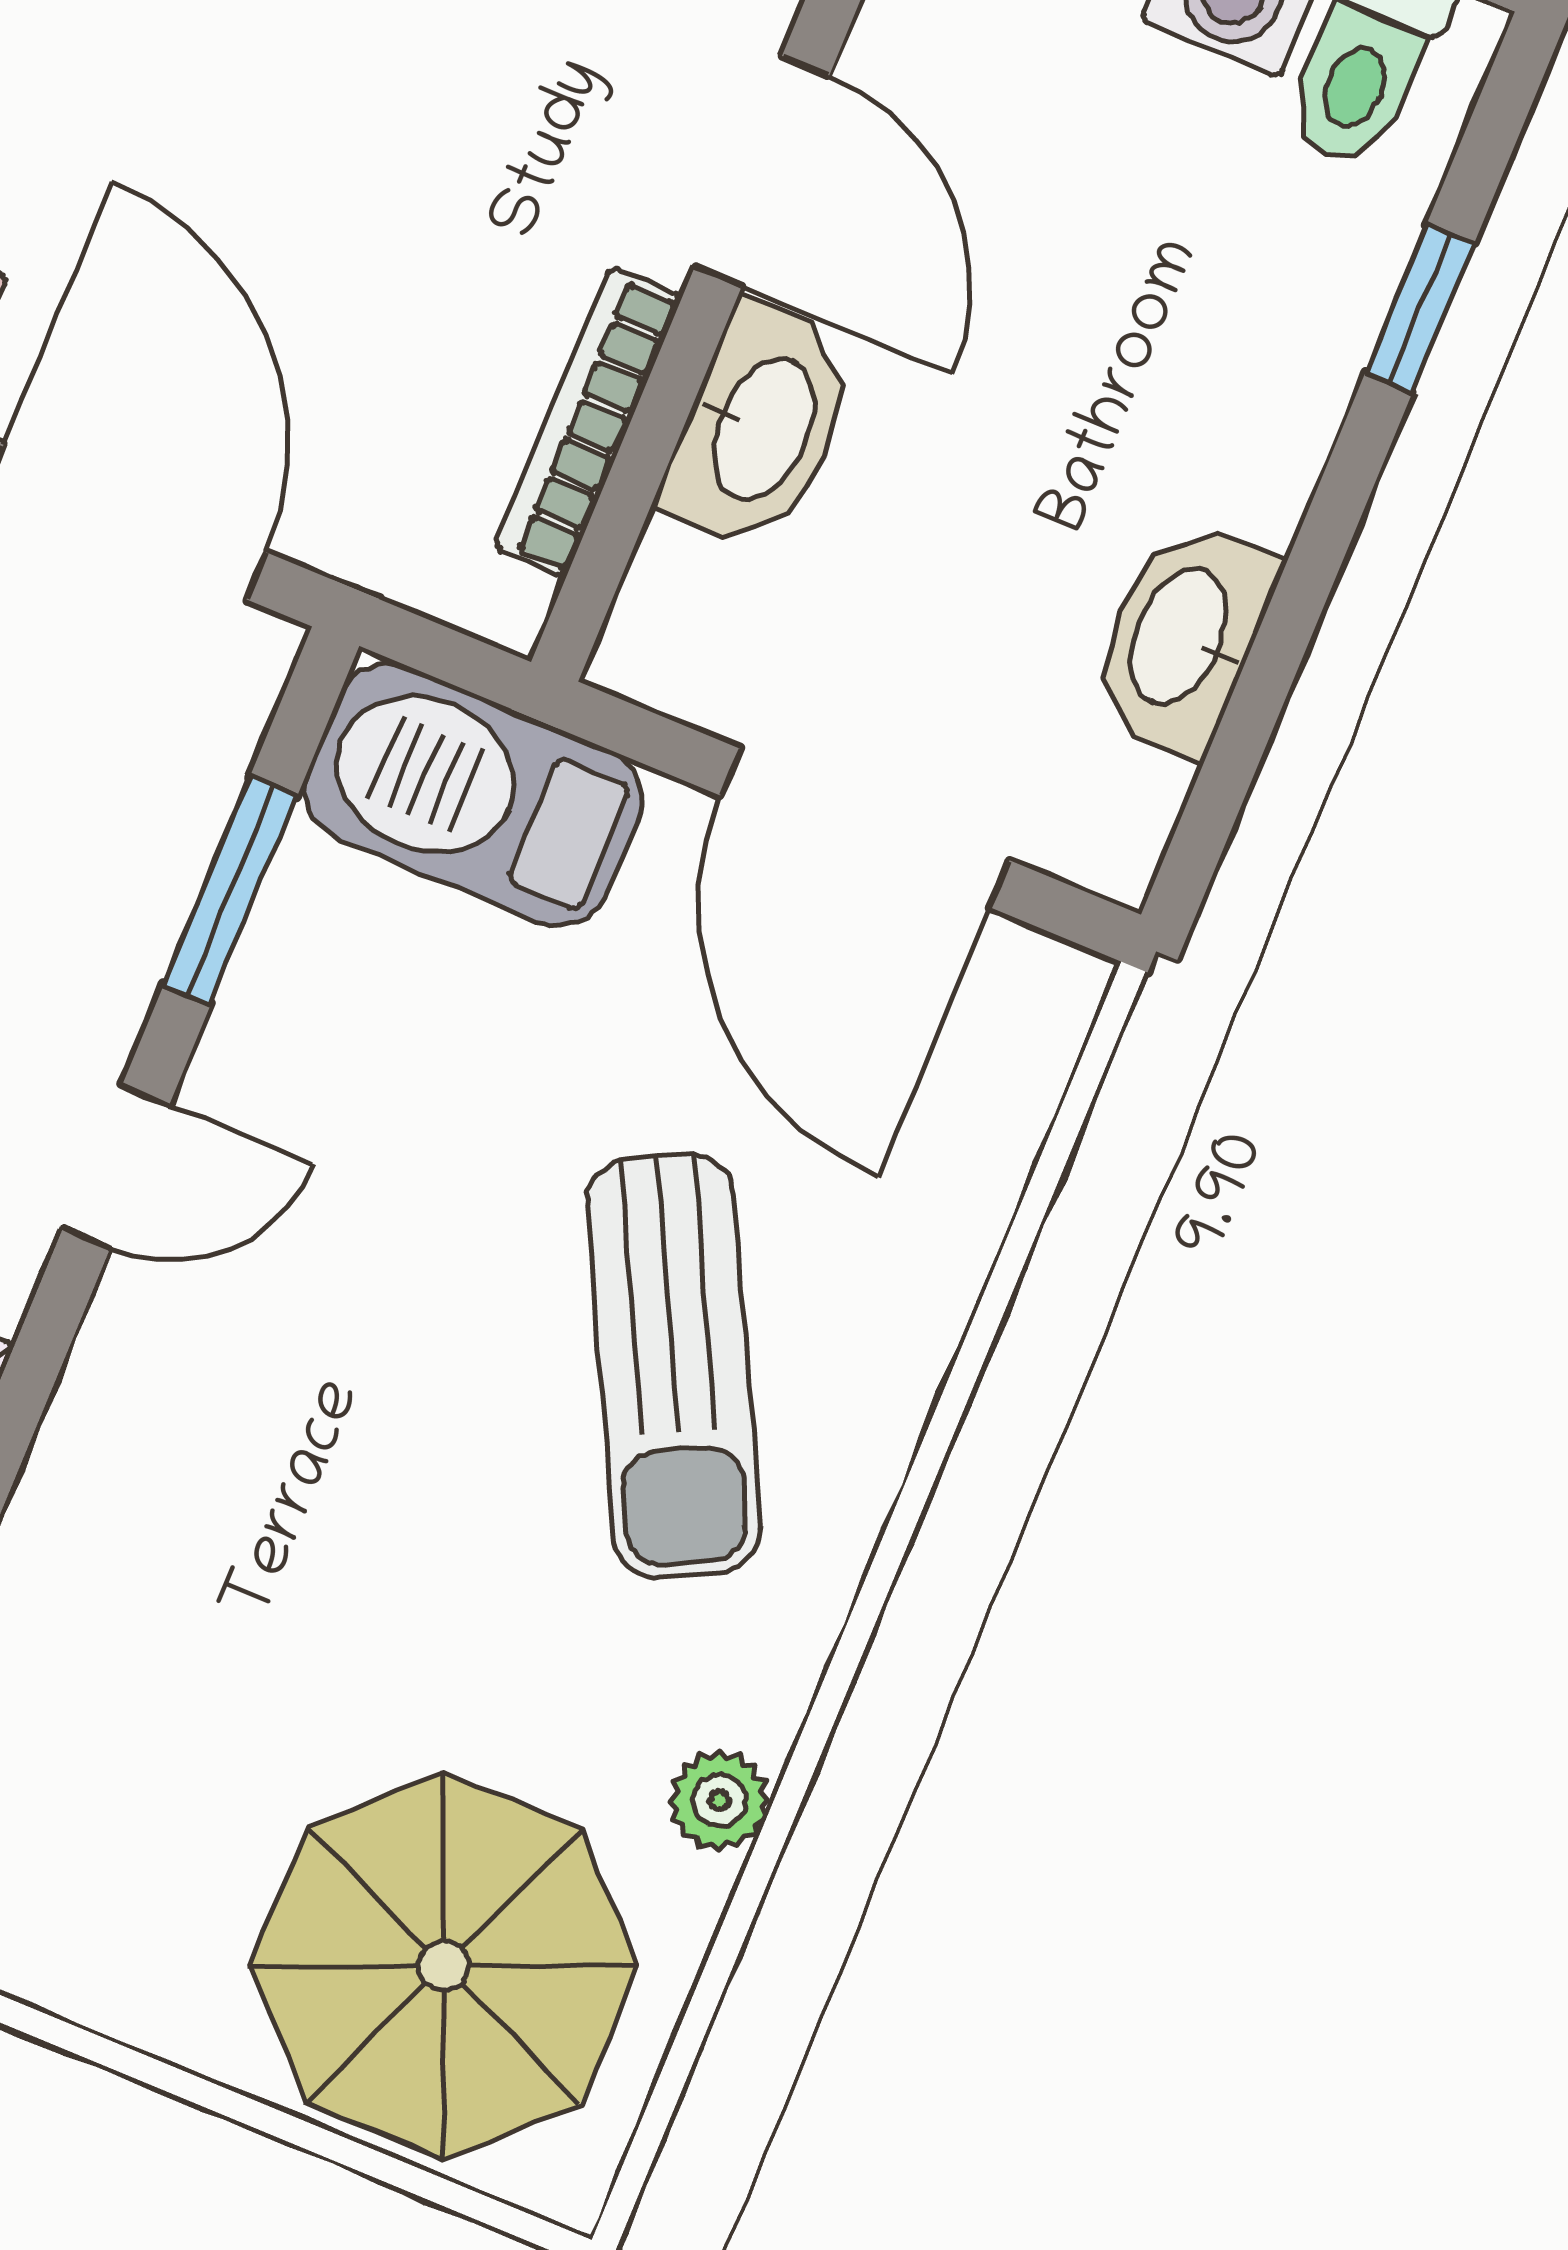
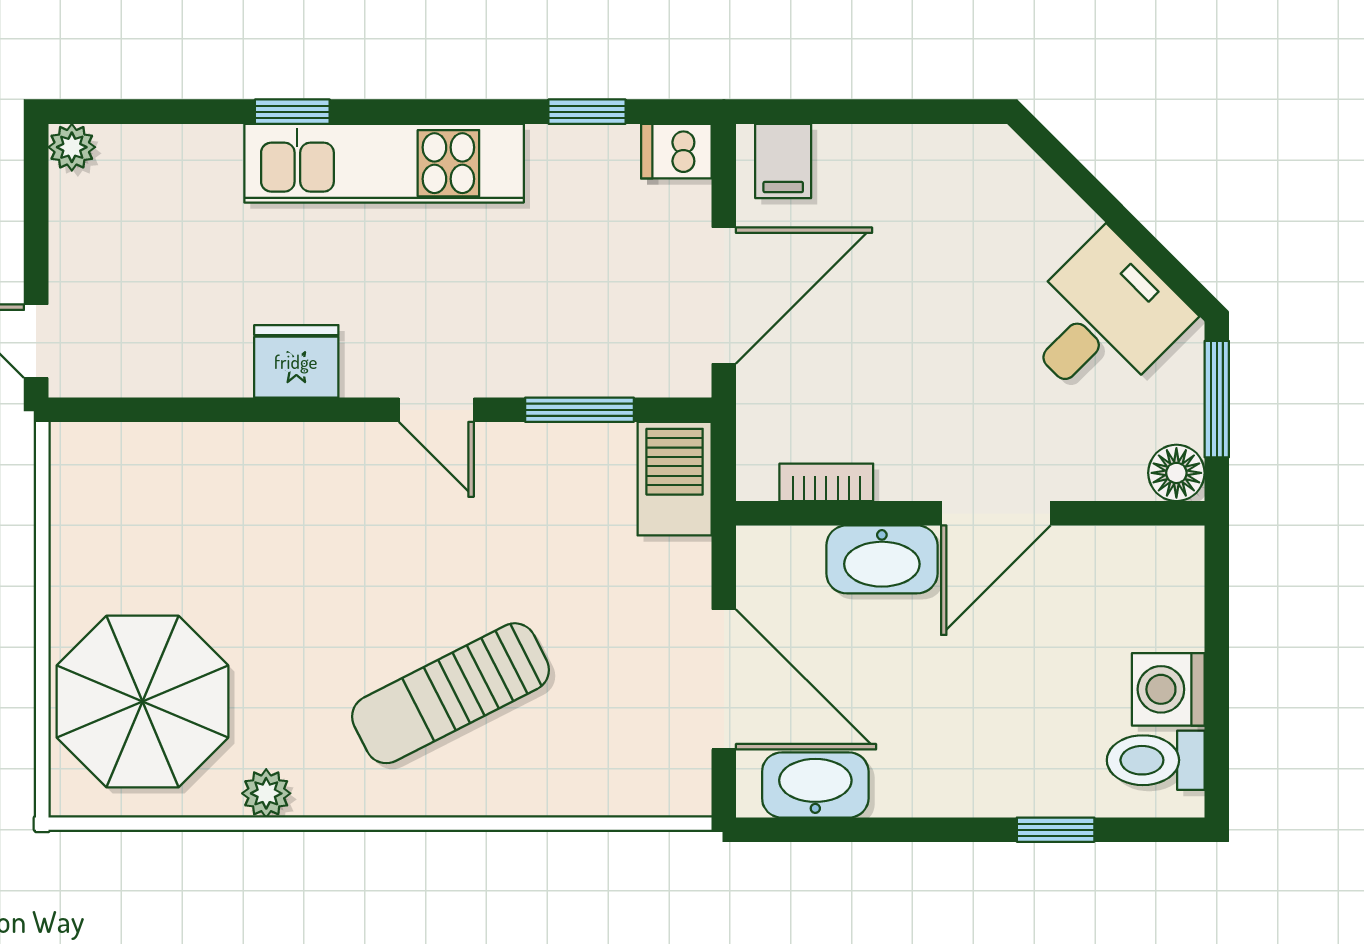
bookcase: (588, 422) -> (826, 482), width x0.64
washbasin: (1182, 638) -> (815, 785), moved
barbecue: (473, 794) -> (675, 479), width x0.73, depth x0.83
door: (865, 828) -> (724, 679), swing flipped

